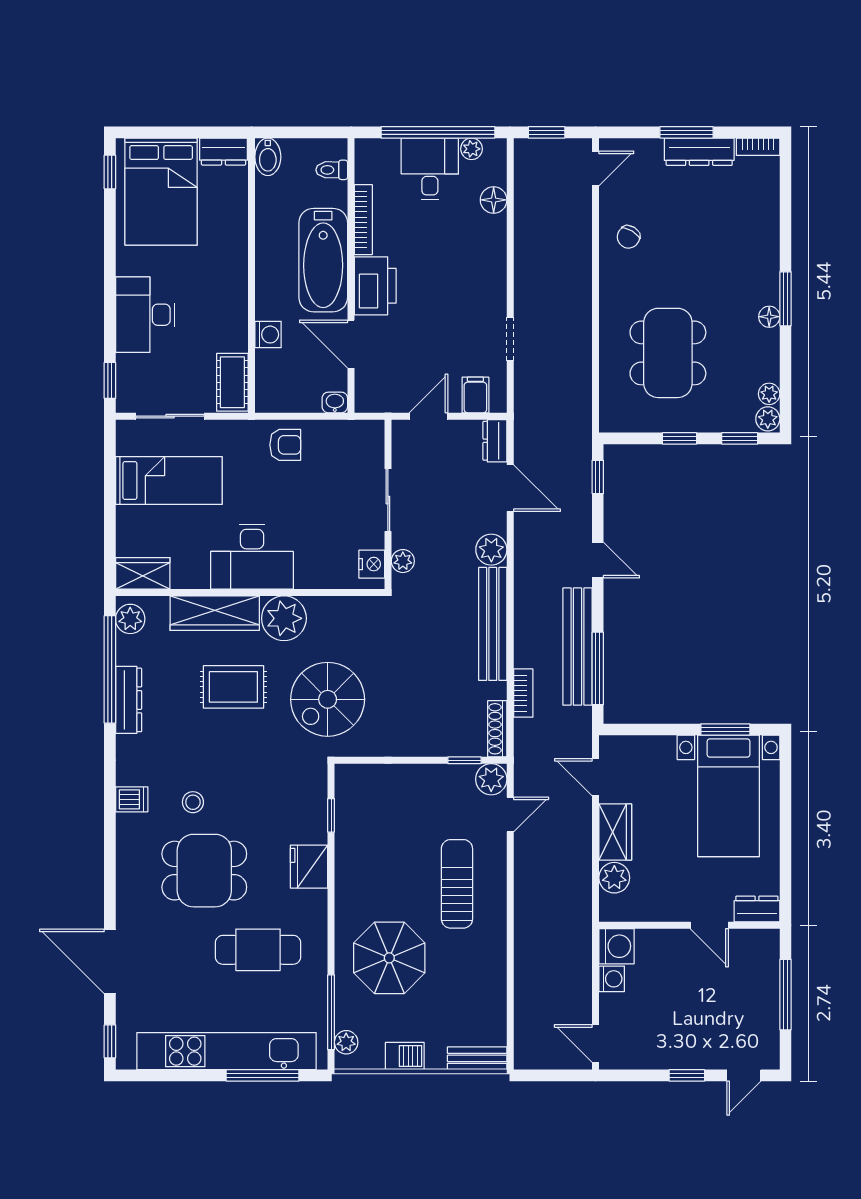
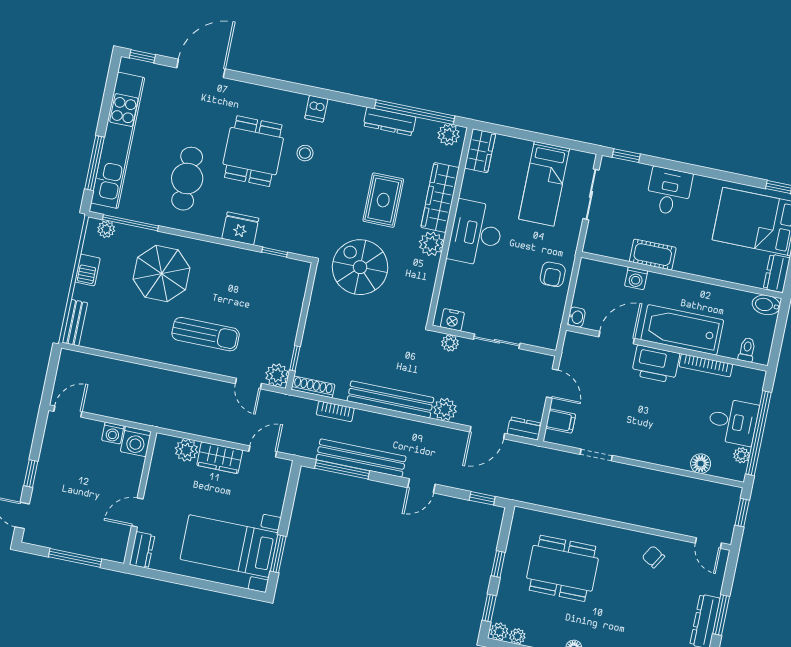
desk: (145, 315) -> (669, 191), width x0.73
cot: (232, 382) -> (653, 255), moved
plant: (284, 618) -> (431, 244), width x0.73, depth x0.73

